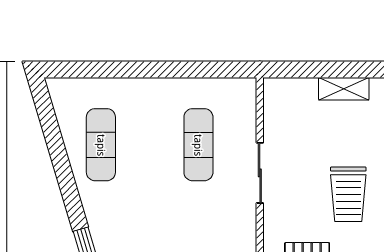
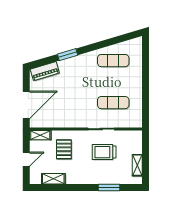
trolley: (348, 194) -> (104, 152), moved

